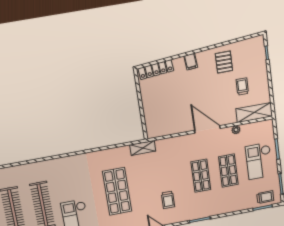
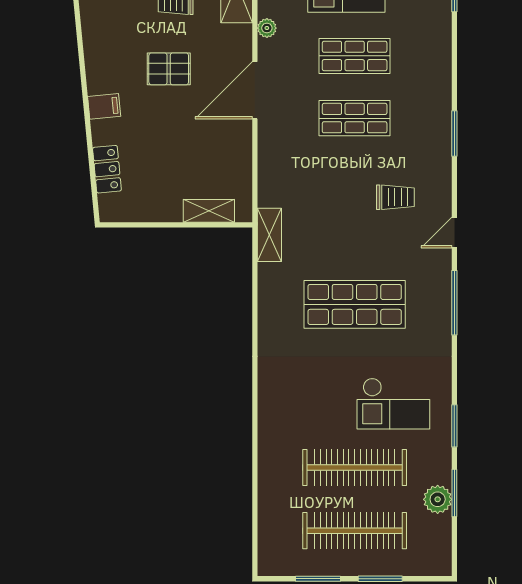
pallet: (224, 62) -> (169, 69), moved
locker: (156, 70) -> (107, 169), width x0.66
shelving: (149, 119) -> (209, 211), added

